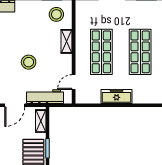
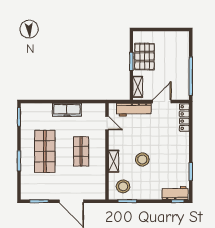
shop shelf: (101, 52) -> (81, 151), width x0.70, depth x0.74
stool: (29, 62) -> (142, 159), moved
door: (74, 82) -> (107, 123), hinge flipped

